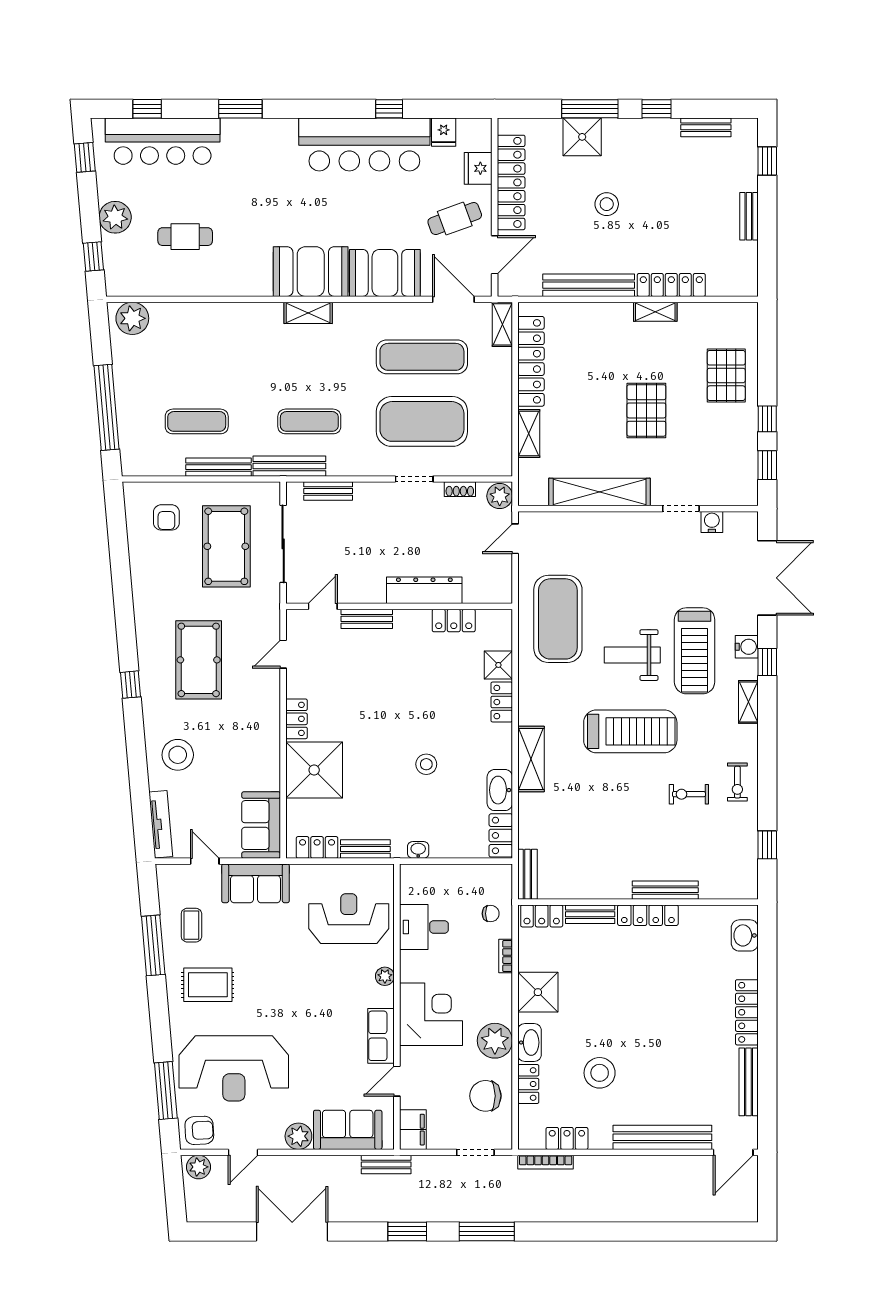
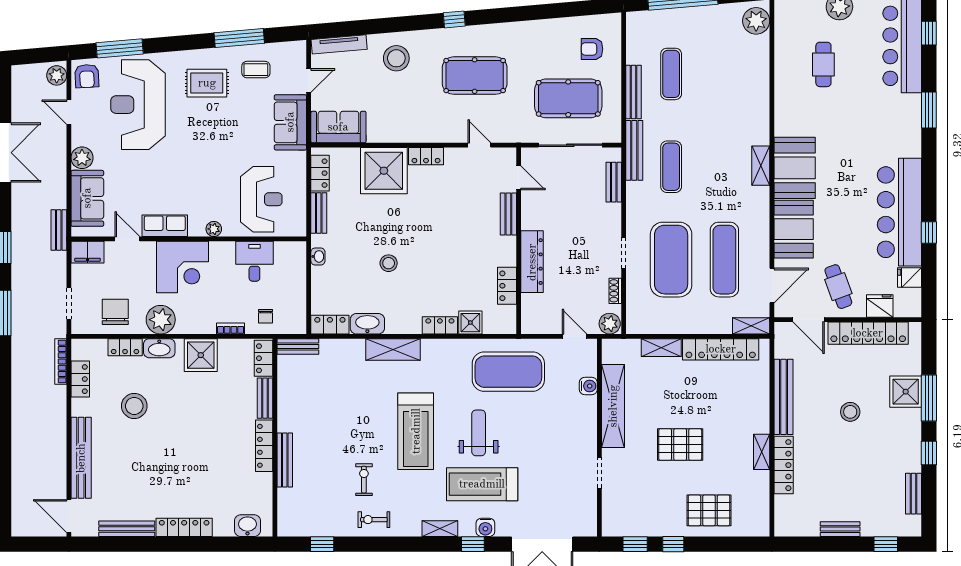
water cooler: (712, 522) -> (588, 386), moved
rug: (208, 985) -> (207, 83), turned 90

